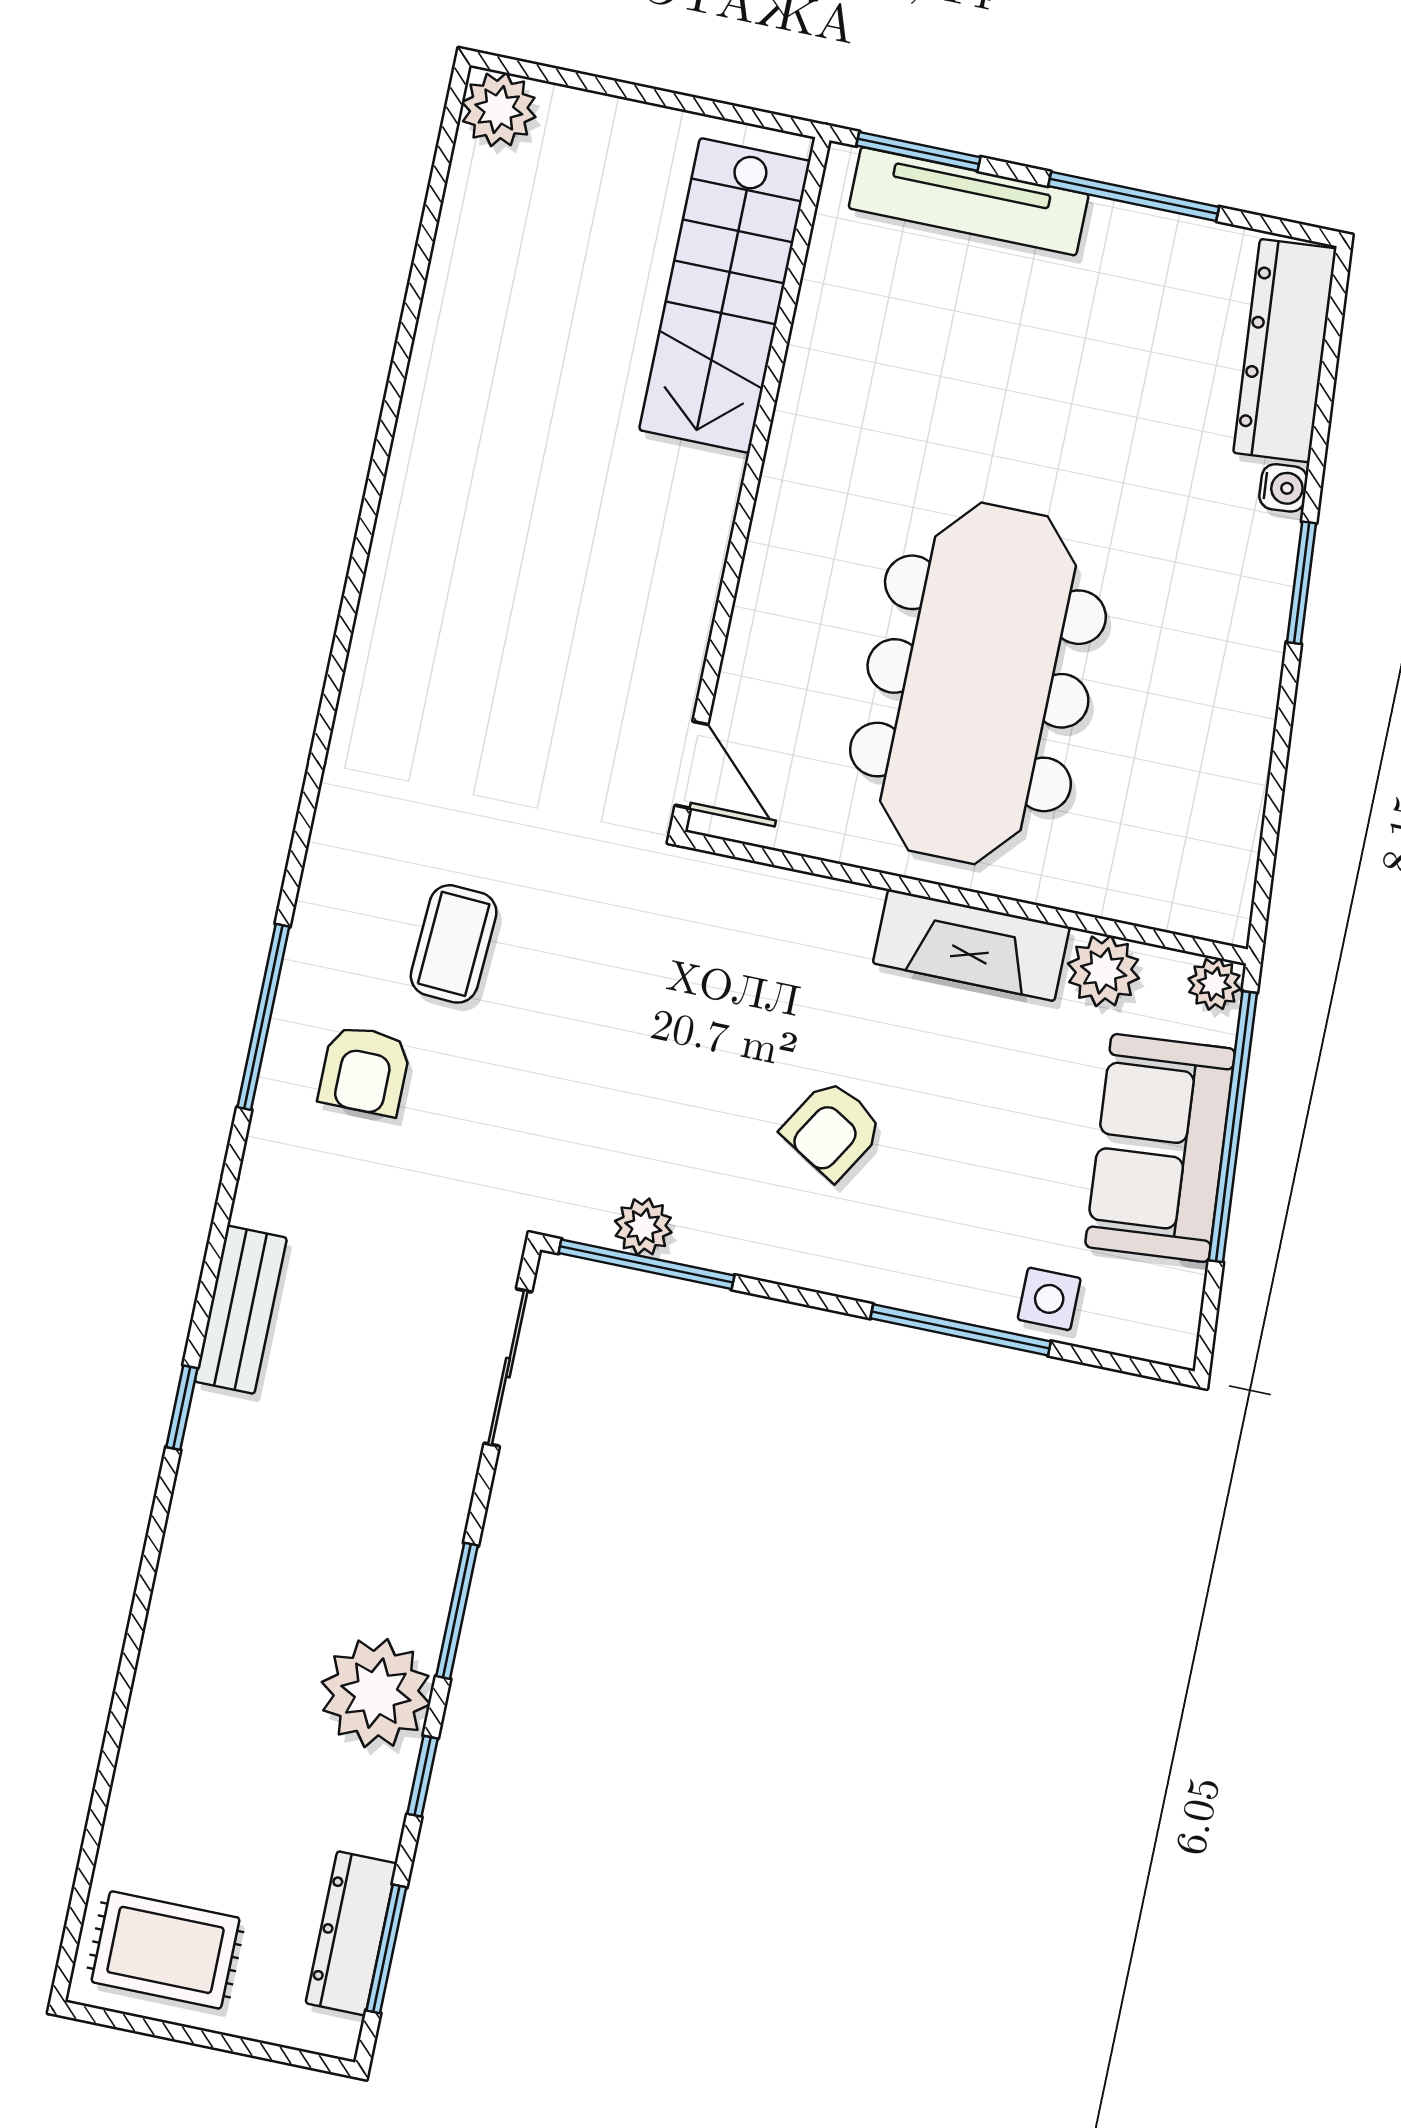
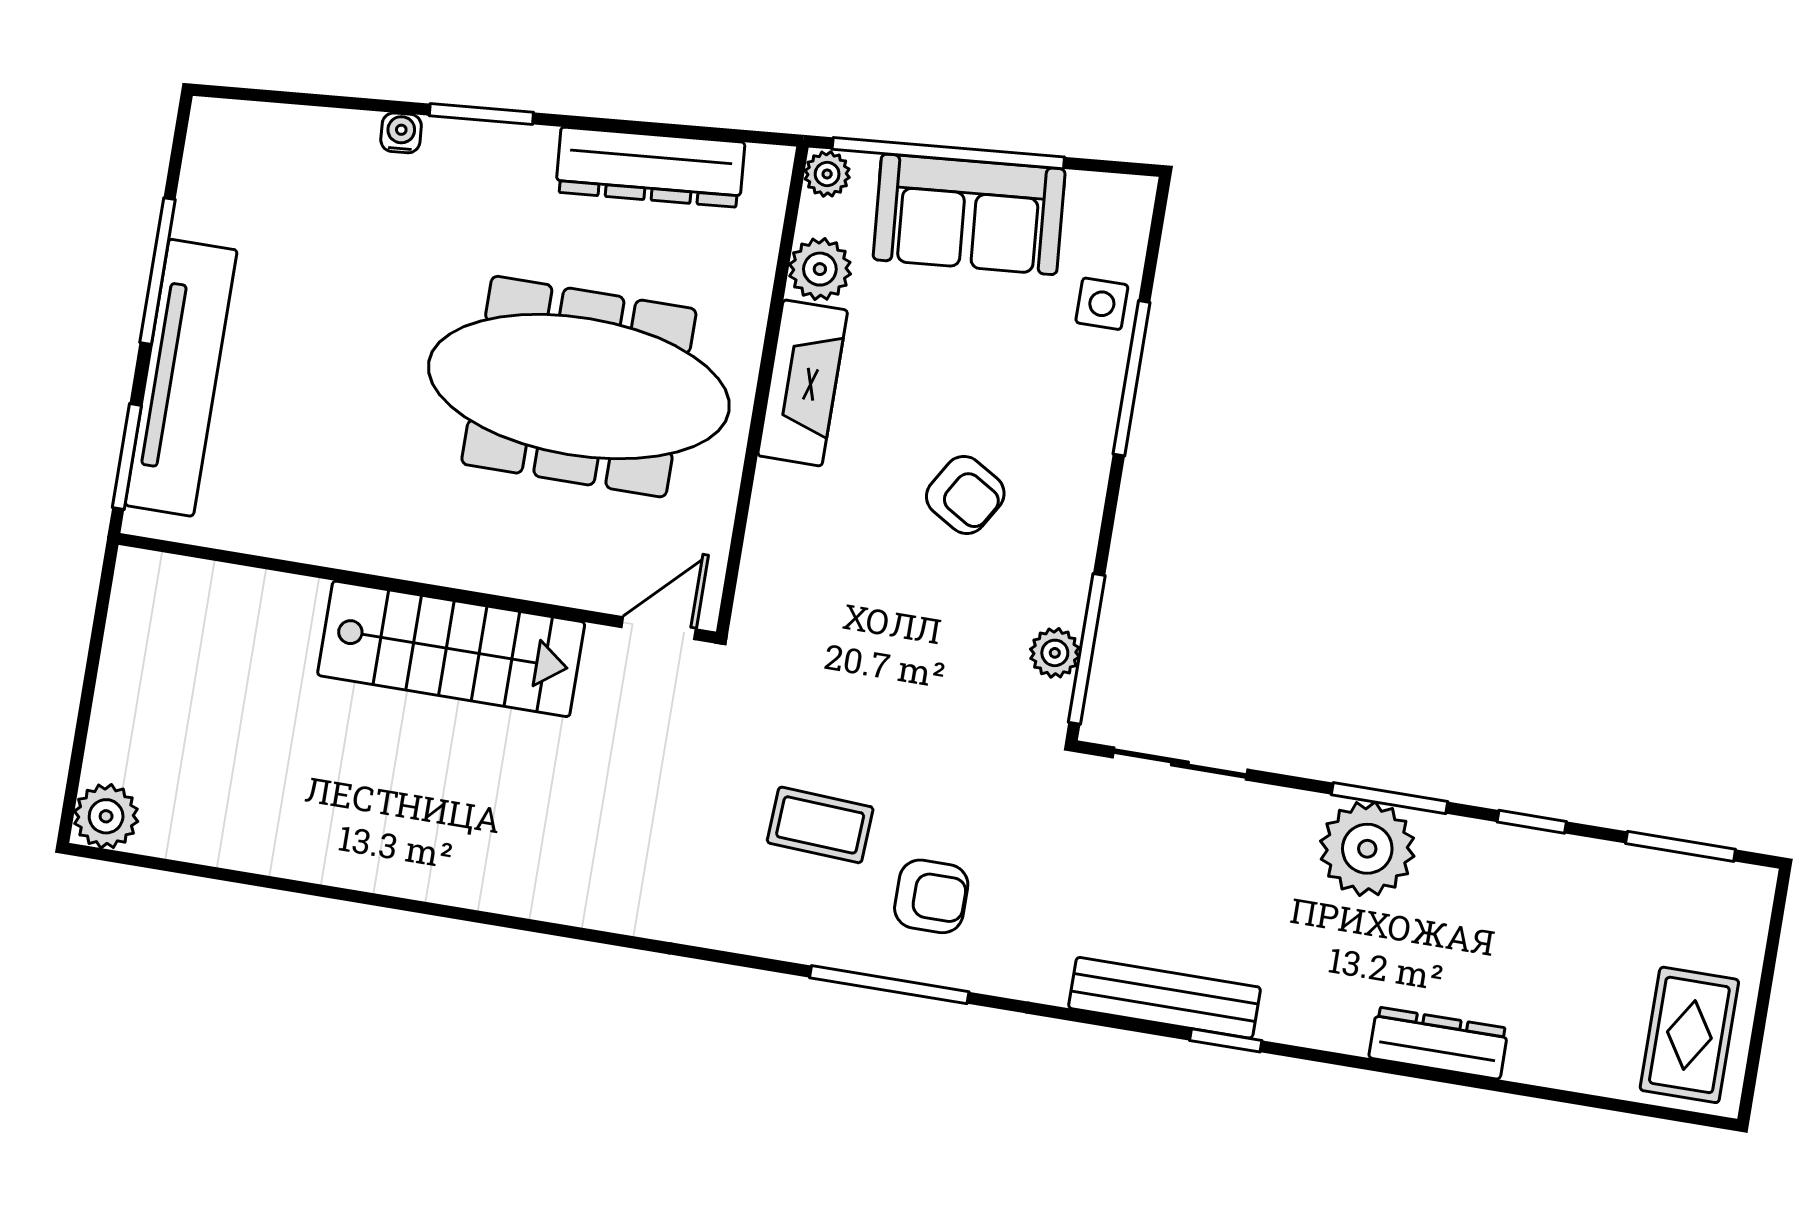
tv unit: (969, 201) -> (181, 378), width x1.36, depth x1.29
stairs: (725, 295) -> (451, 649), moved
dresser: (1285, 351) -> (650, 167), moved
bench: (241, 1310) -> (1165, 998), width x1.36
plant: (376, 1693) -> (1367, 849), moved
dresser: (351, 1933) -> (1438, 1043), moved, turned 180

